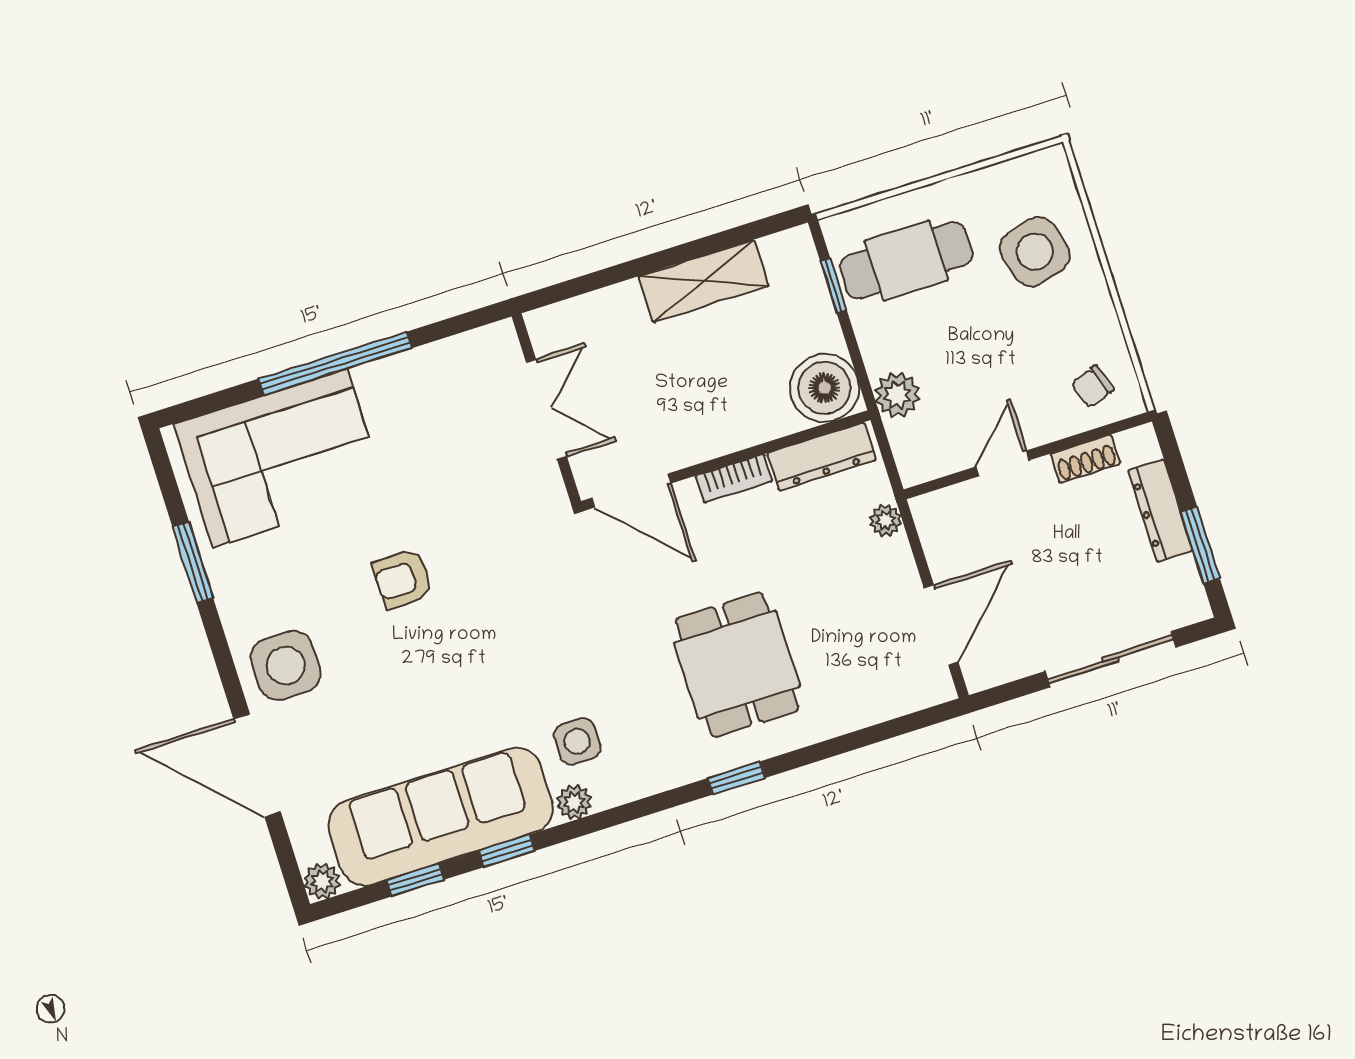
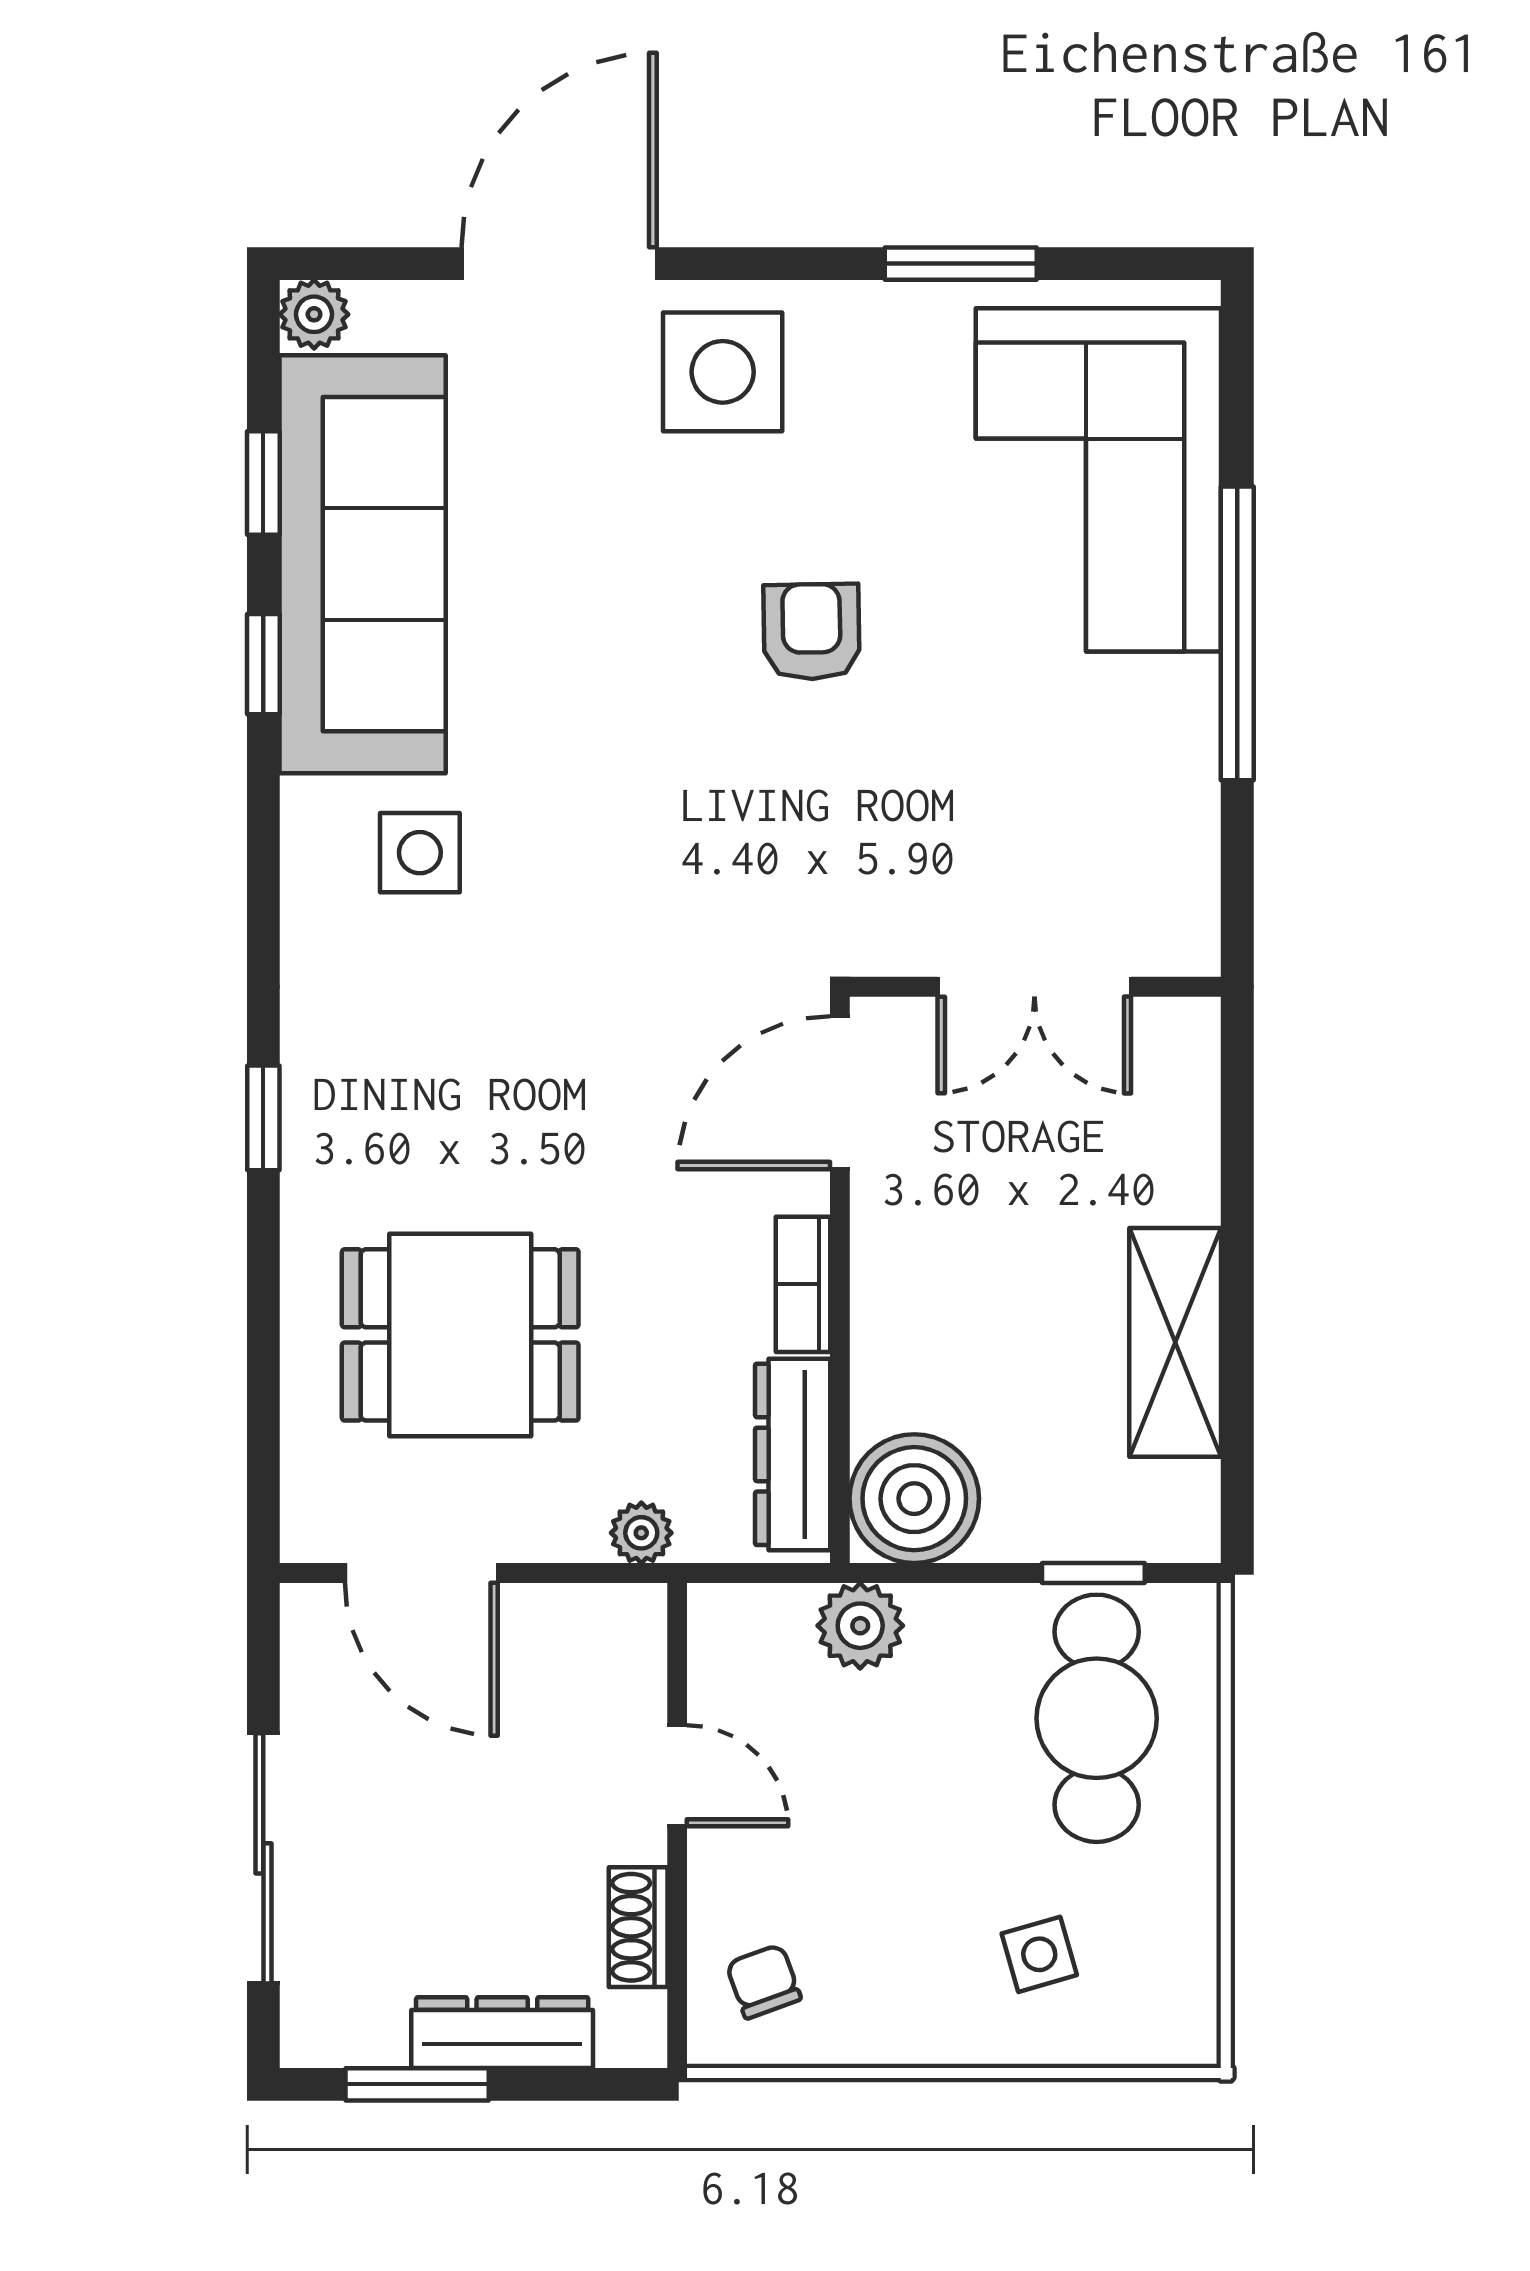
side table: (1035, 252) -> (1039, 1954), width x0.54, depth x0.54
dining table: (737, 665) -> (460, 1335), moved
plant: (574, 802) -> (312, 812), removed

